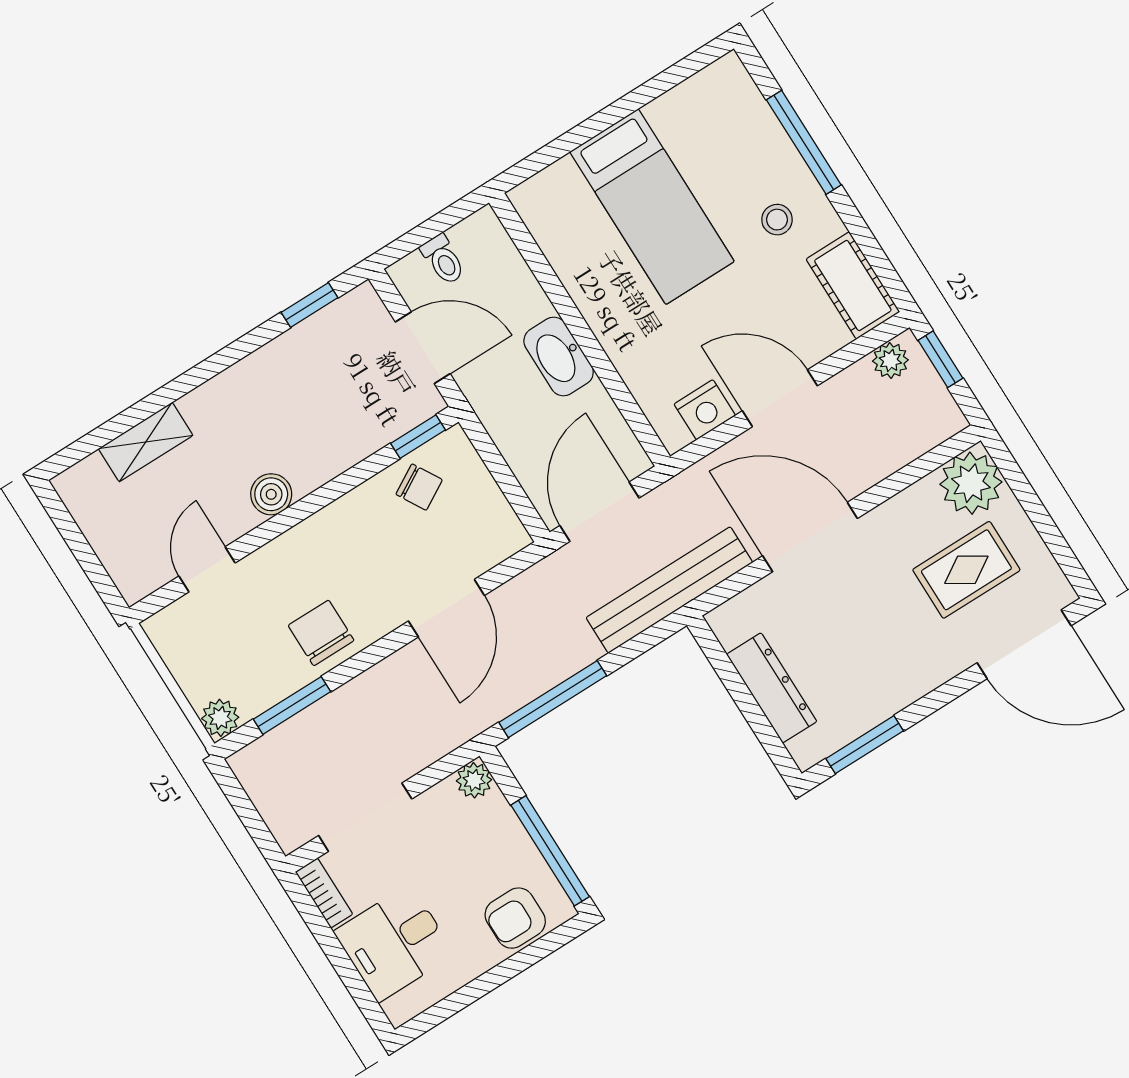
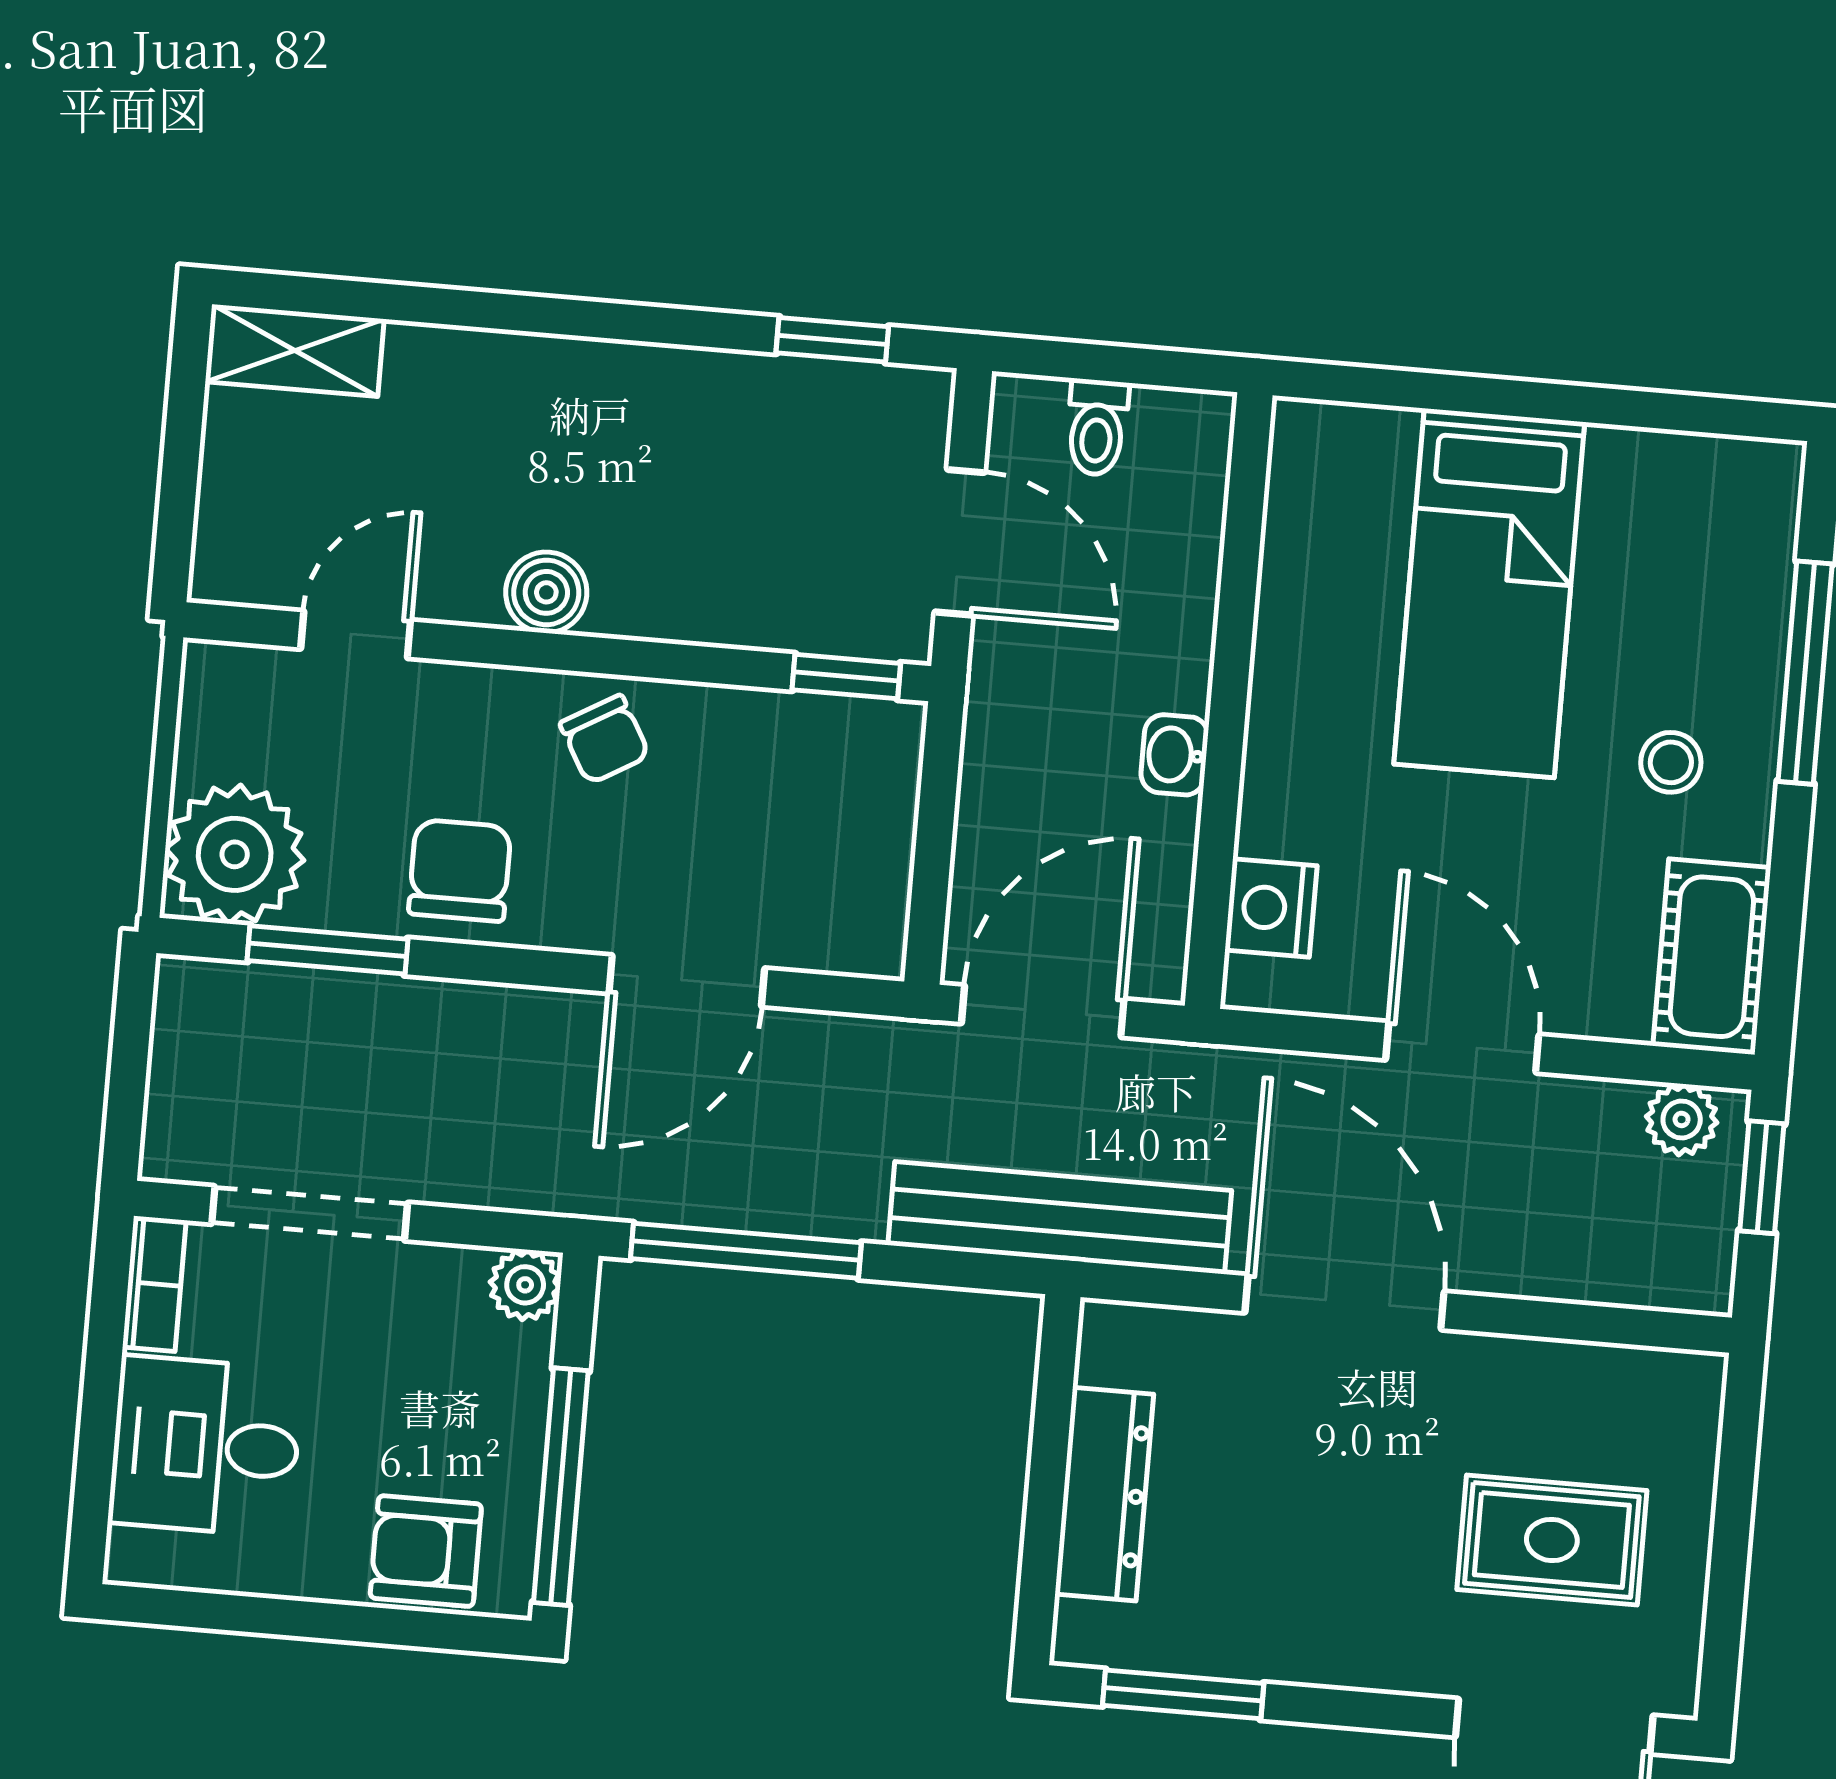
washbasin: (559, 356) -> (1175, 755), width x0.52, depth x0.69
nightstand: (705, 410) -> (1271, 908), moved, turned 90
shelving: (146, 442) -> (295, 350), moved
plant: (971, 483) -> (1662, 1409), removed
chair: (419, 487) -> (605, 739), moved
plant: (220, 718) -> (235, 854), width x1.88, depth x1.88

